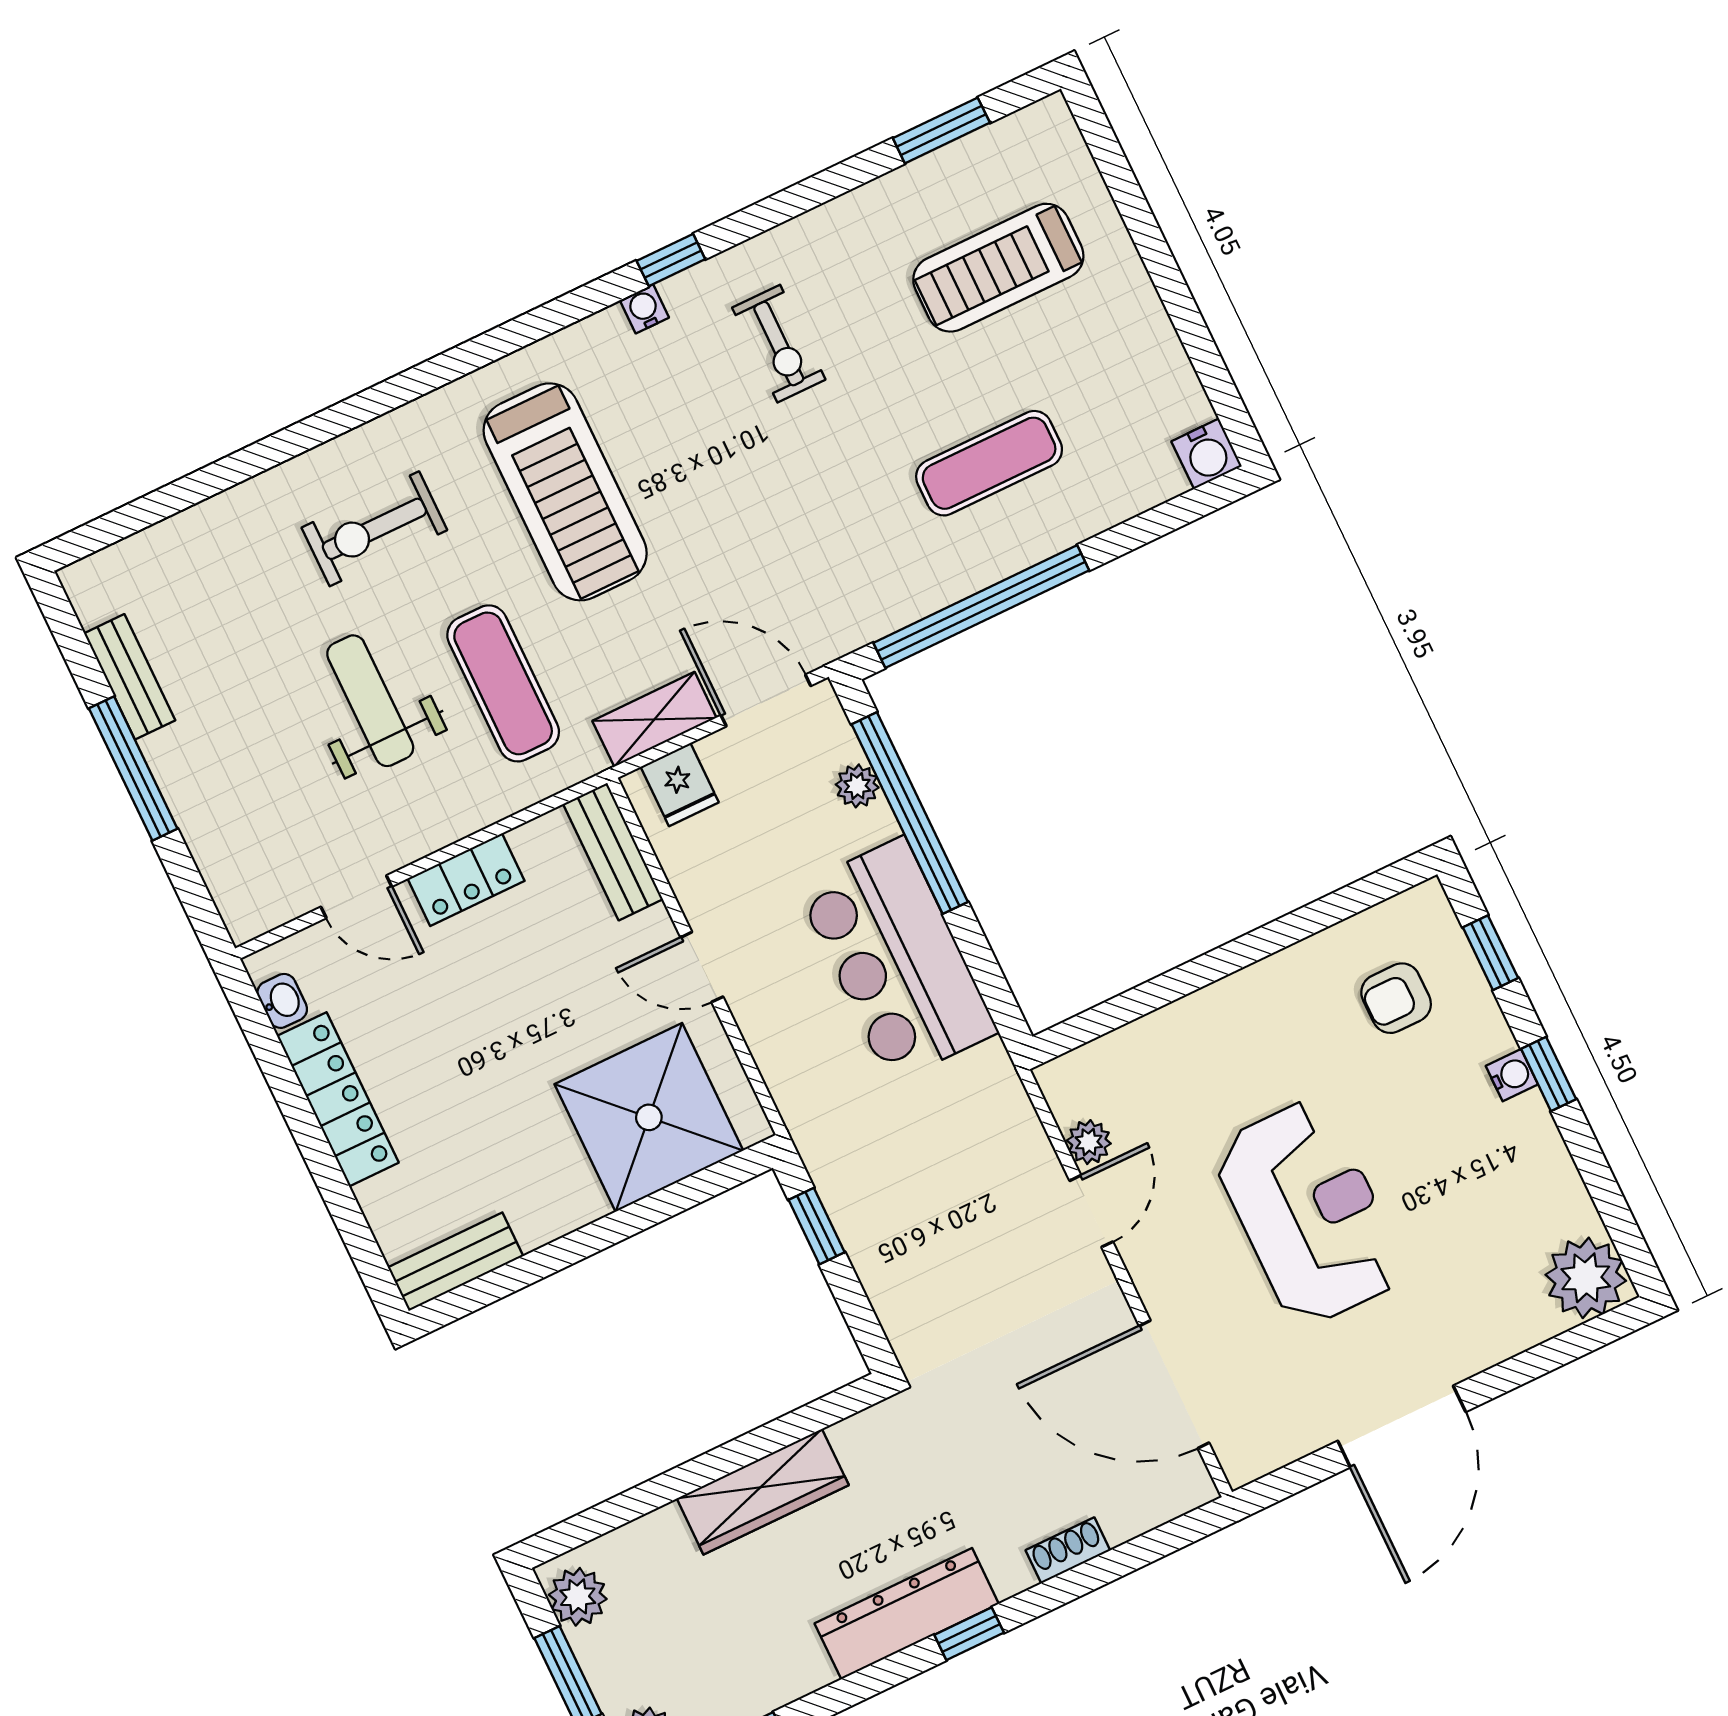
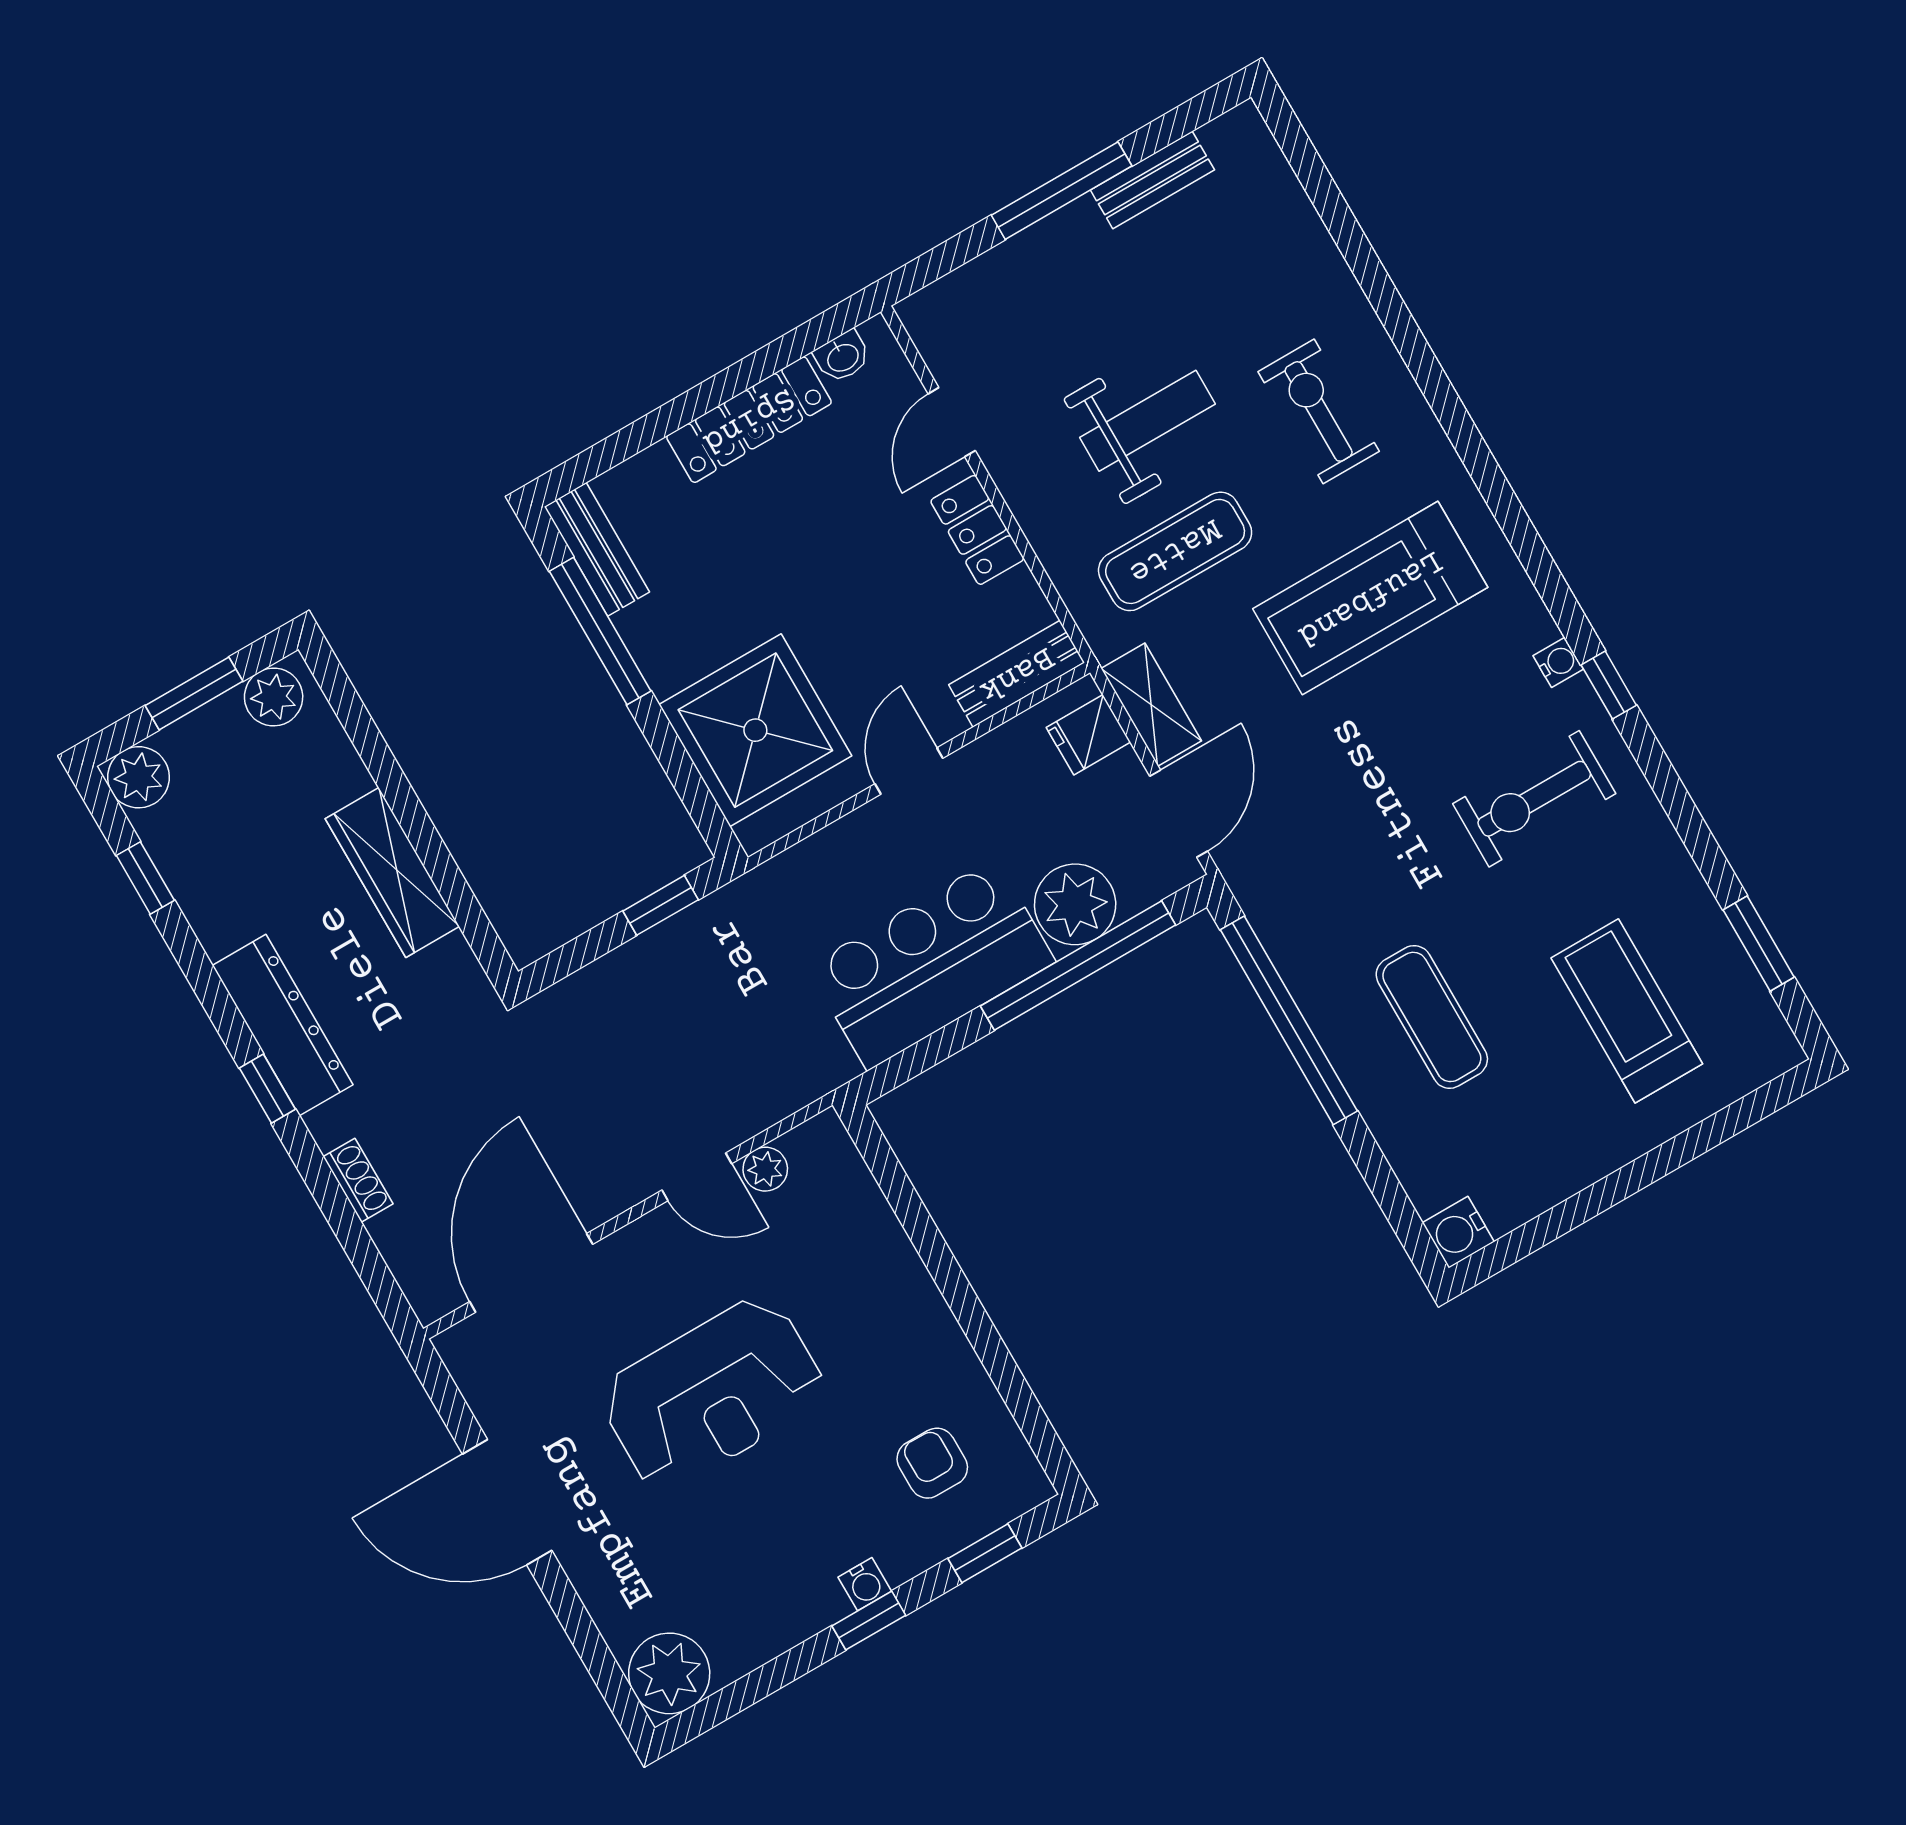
exercise bike: (779, 344) -> (1534, 799), width x1.38, depth x1.39
plant: (857, 786) -> (1075, 904), width x1.87, depth x1.87
window: (538, 1265) -> (600, 631), added

